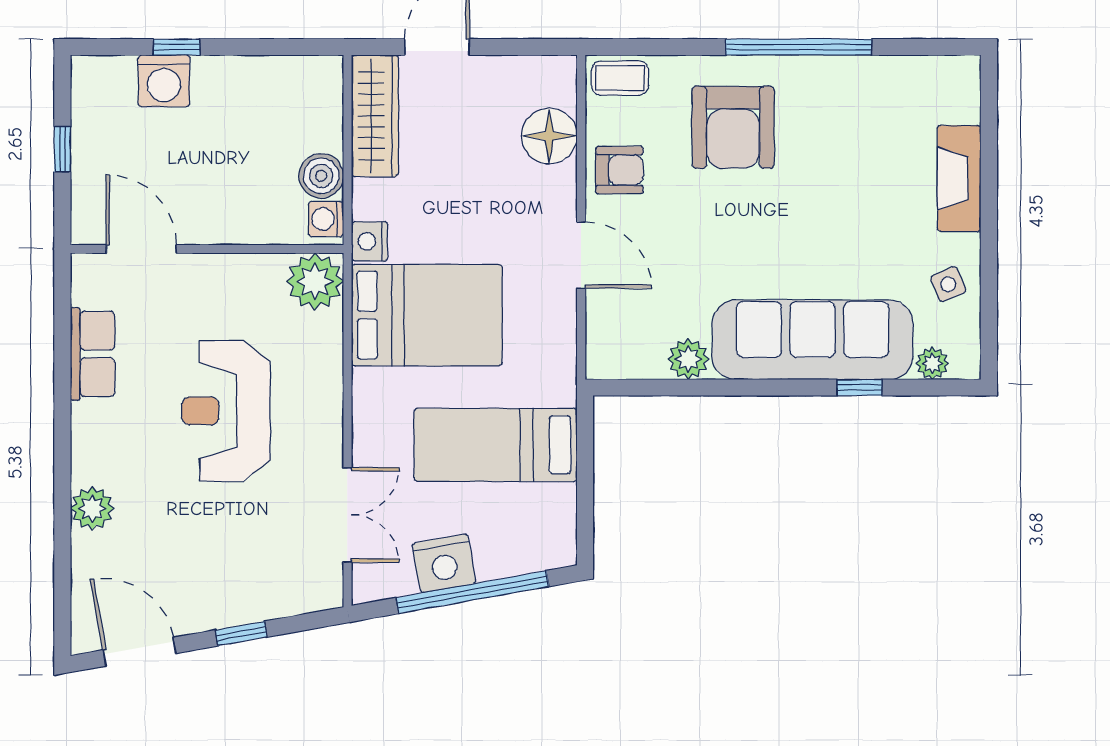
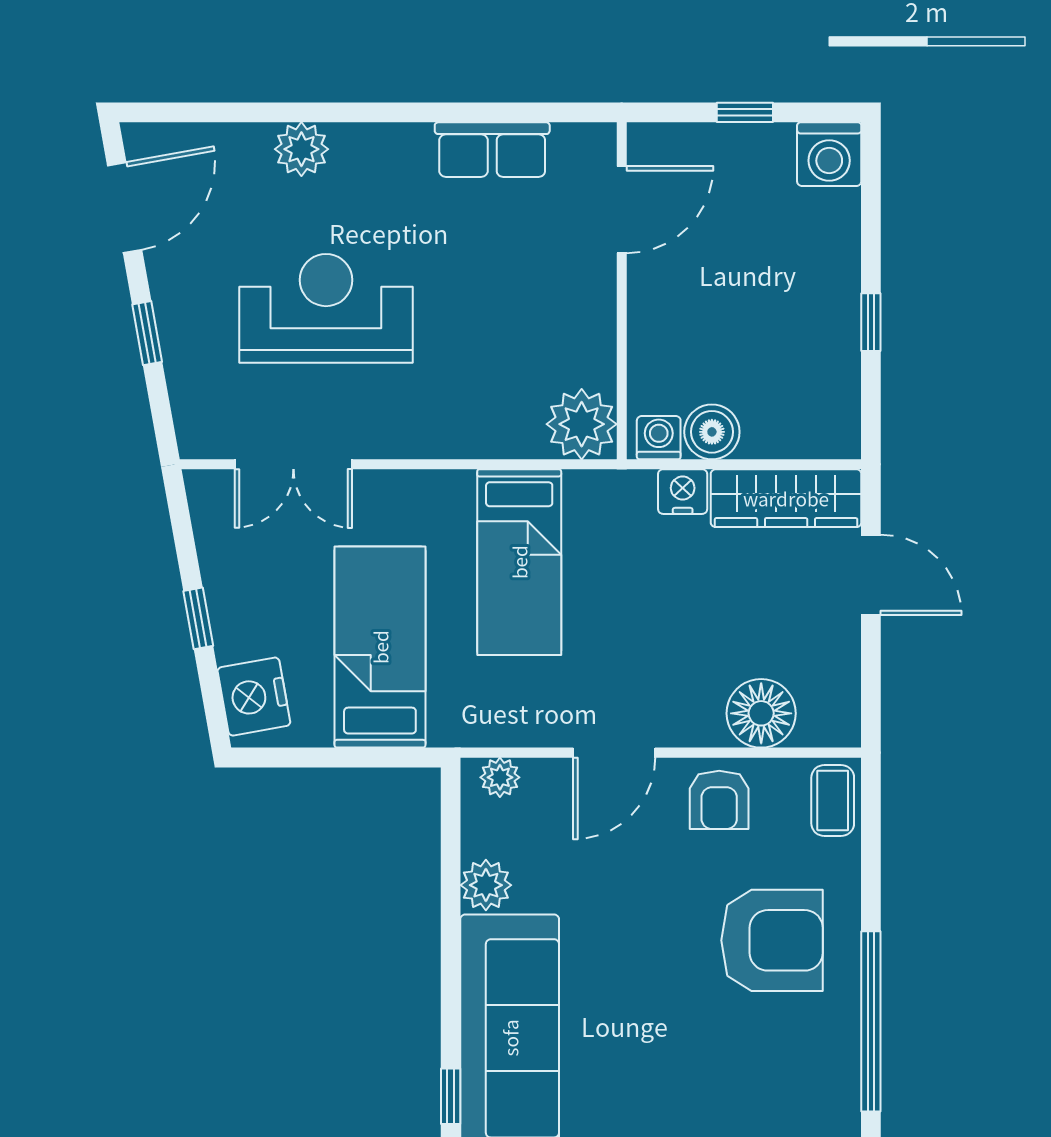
window: (177, 47) -> (871, 322), moved
washing machine: (164, 81) -> (829, 154), moved, turned -90
armchair: (733, 127) -> (772, 940), turned 180
nightstand: (370, 241) -> (683, 492), moved
bed: (427, 315) -> (519, 562), width x0.67
plant: (601, 348) -> (500, 777), added
reception desk: (226, 411) -> (326, 308), moved
nightstand: (444, 563) -> (254, 697), moved
window: (472, 592) -> (198, 618), width x0.32

